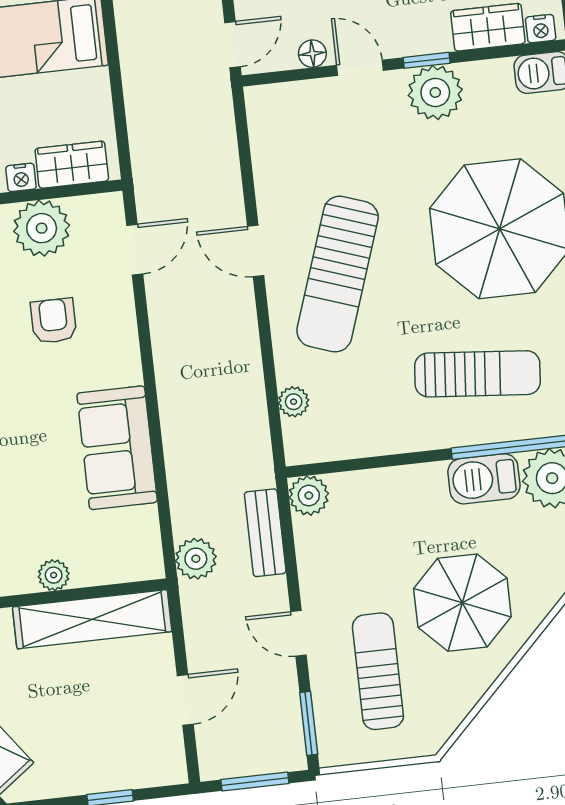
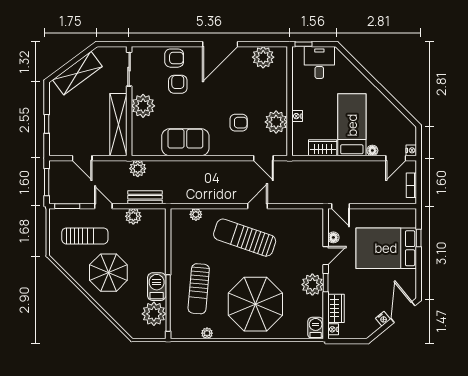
wardrobe: (72, 165) -> (323, 148), moved, turned -90
plant: (309, 495) -> (133, 216), moved
plant: (54, 575) -> (143, 106), width x1.88, depth x1.88
door: (299, 633) -> (103, 206), hinge flipped

